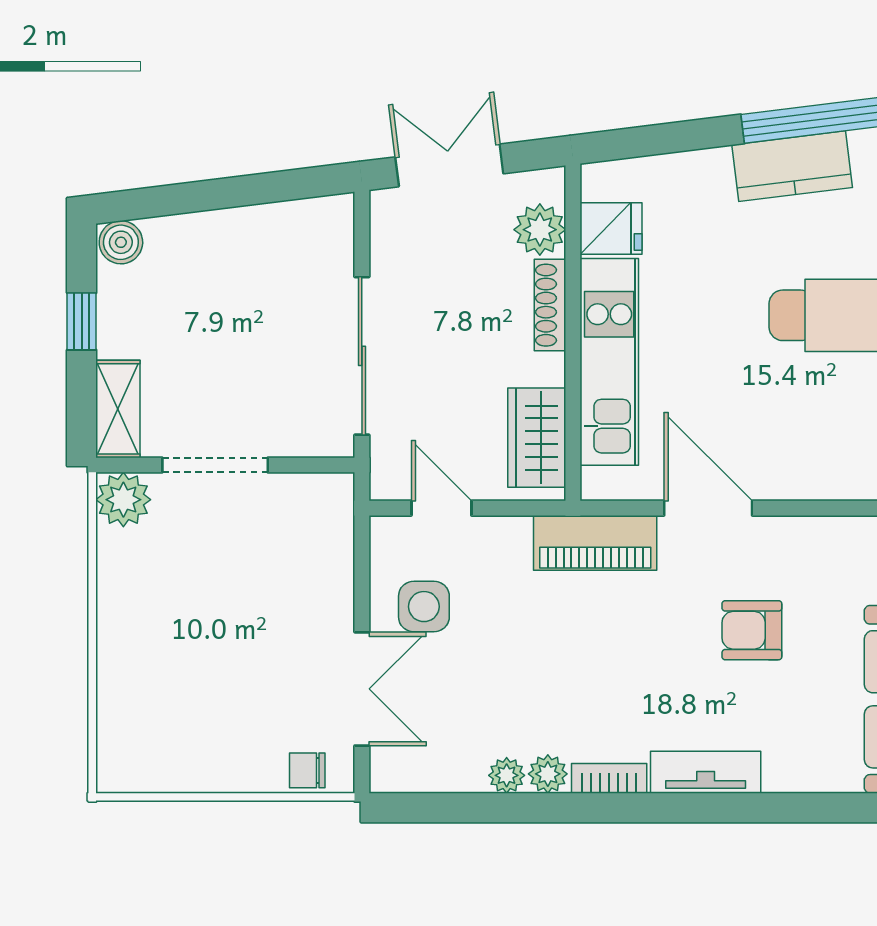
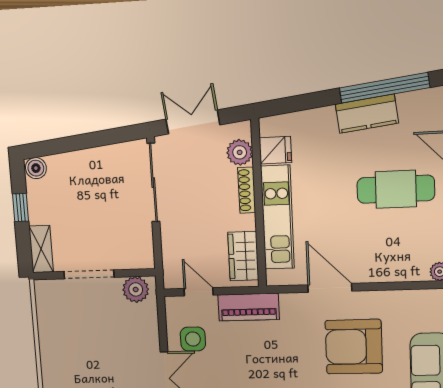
sliding door: (362, 356) -> (153, 183), moved
plant: (123, 500) -> (136, 289), moved
piano: (595, 543) -> (249, 307), moved
armchair: (752, 630) -> (354, 347), width x1.88, depth x1.88

